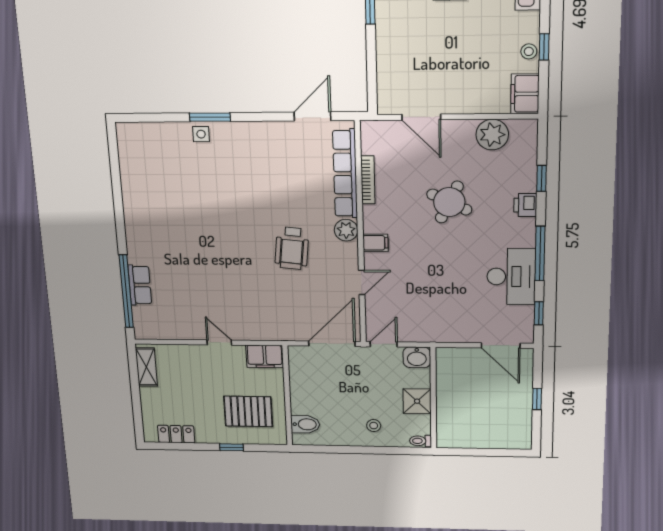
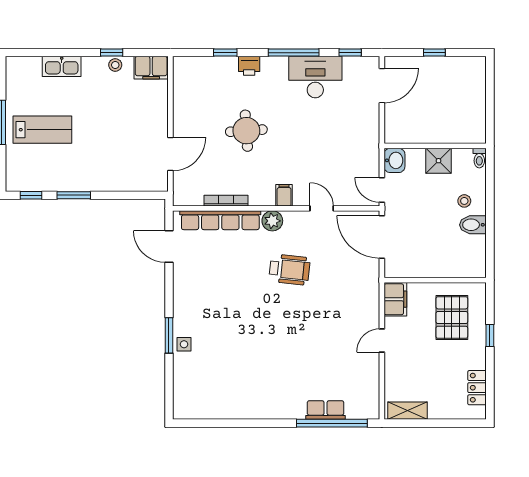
plant: (492, 135) -> (186, 94), removed
round table: (449, 202) -> (246, 131), turned -30
bidet: (305, 424) -> (473, 225), moved, turned -90

